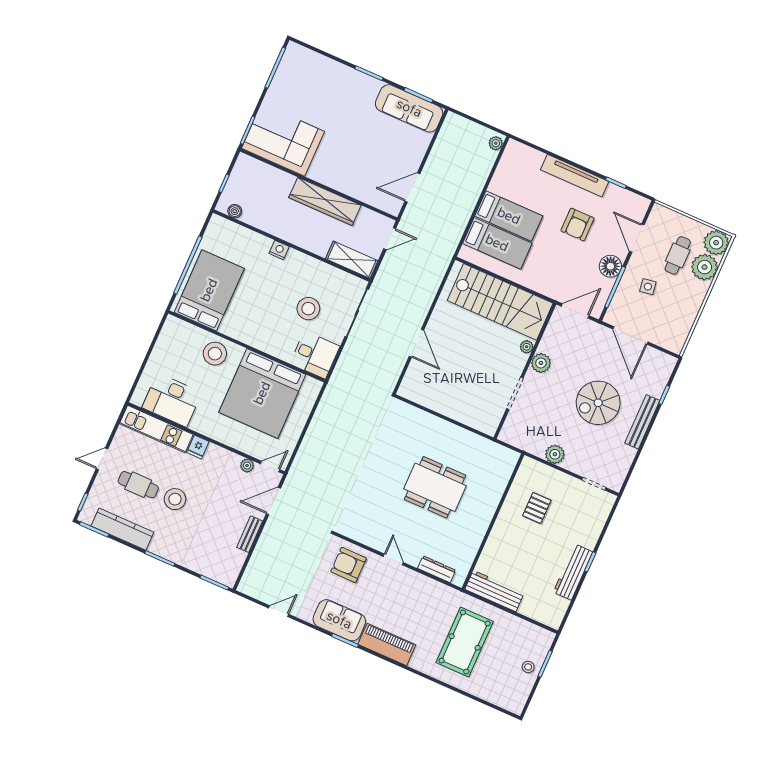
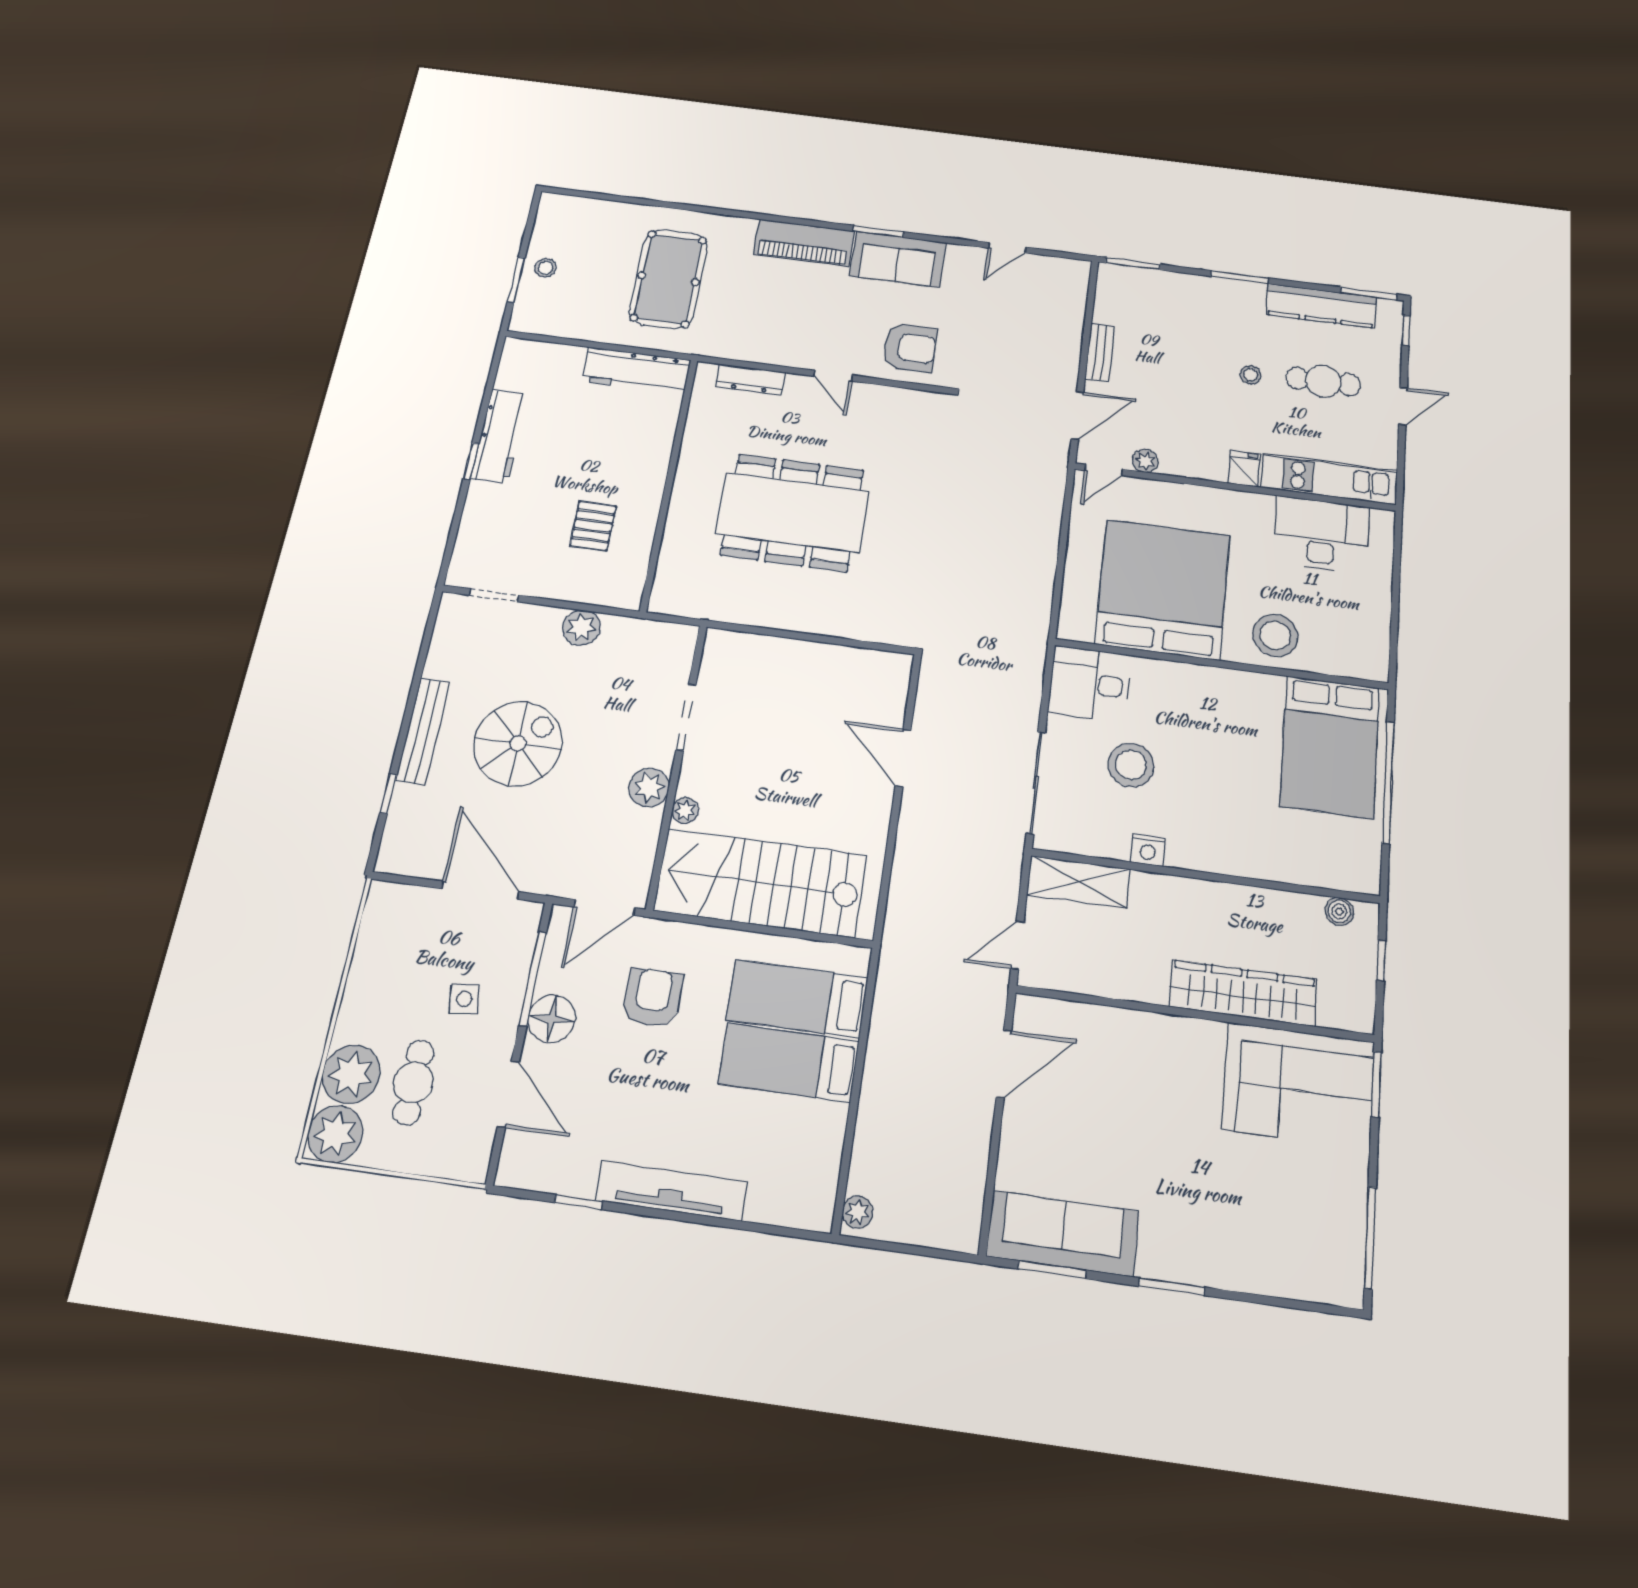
wardrobe: (325, 201) -> (1243, 993), moved
armchair: (577, 225) -> (653, 997), moved
nightstand: (279, 250) -> (1148, 850), moved
dining table: (435, 487) -> (792, 512), width x1.36, depth x1.24
stool: (175, 499) -> (1251, 375), width x0.53, depth x0.53

